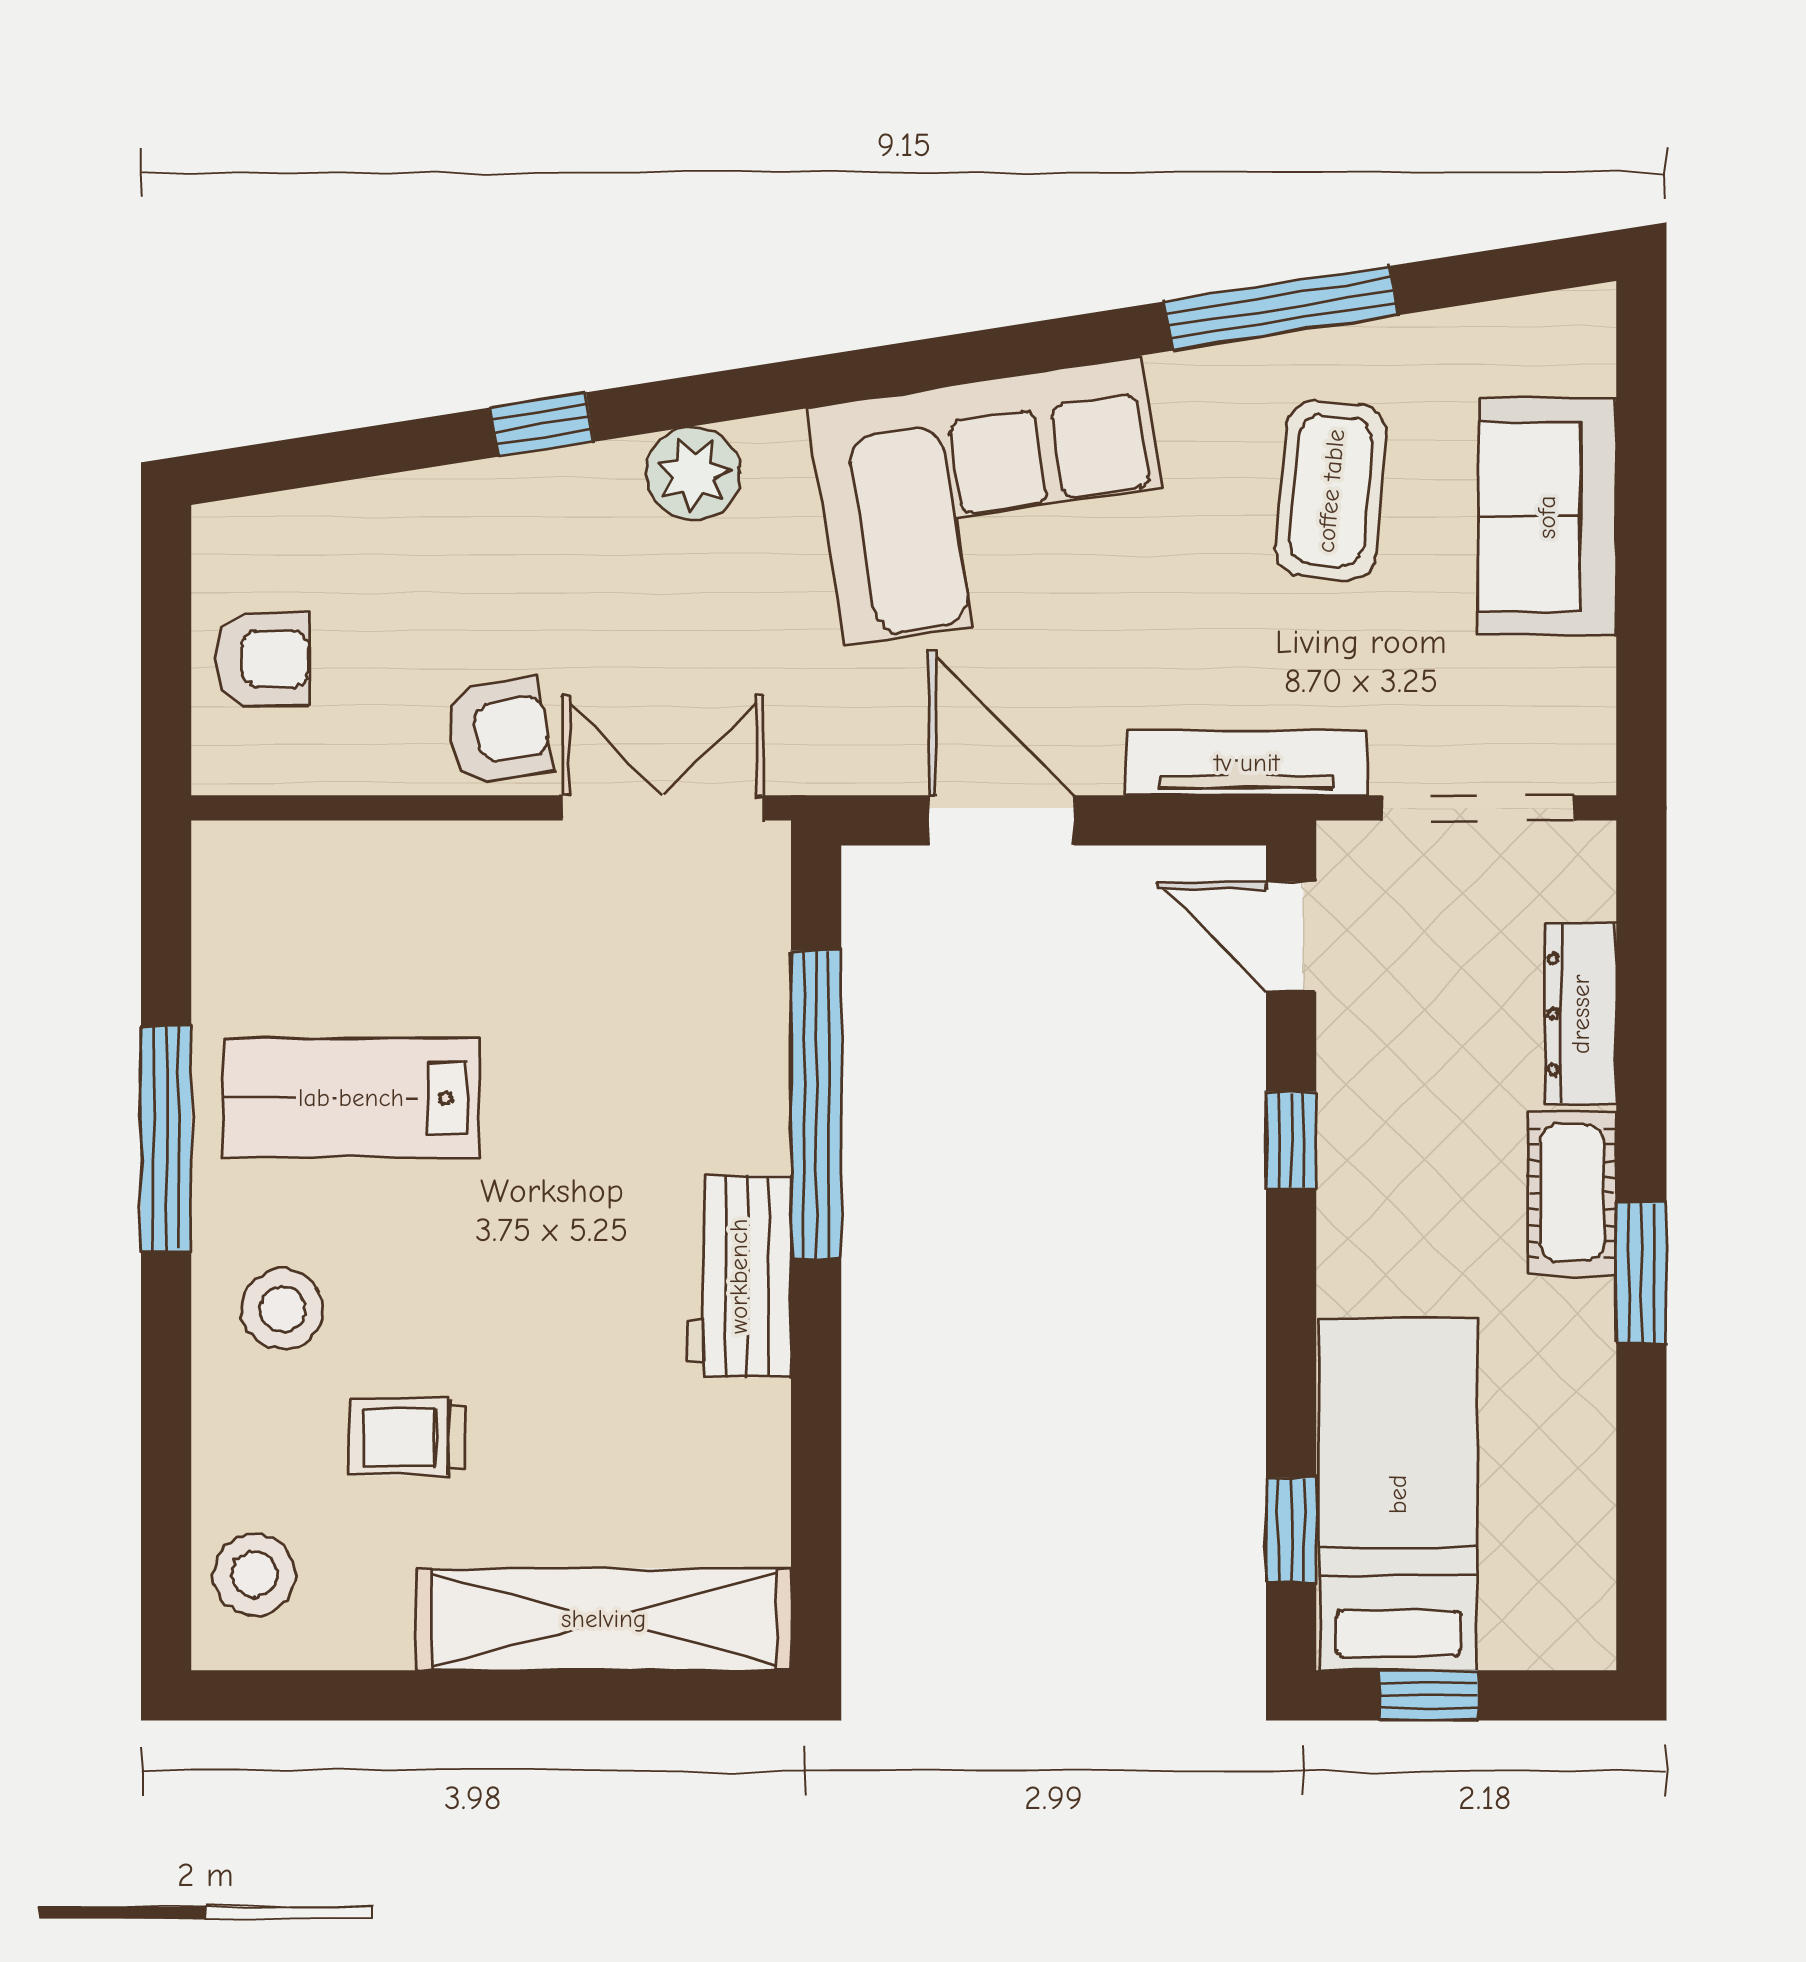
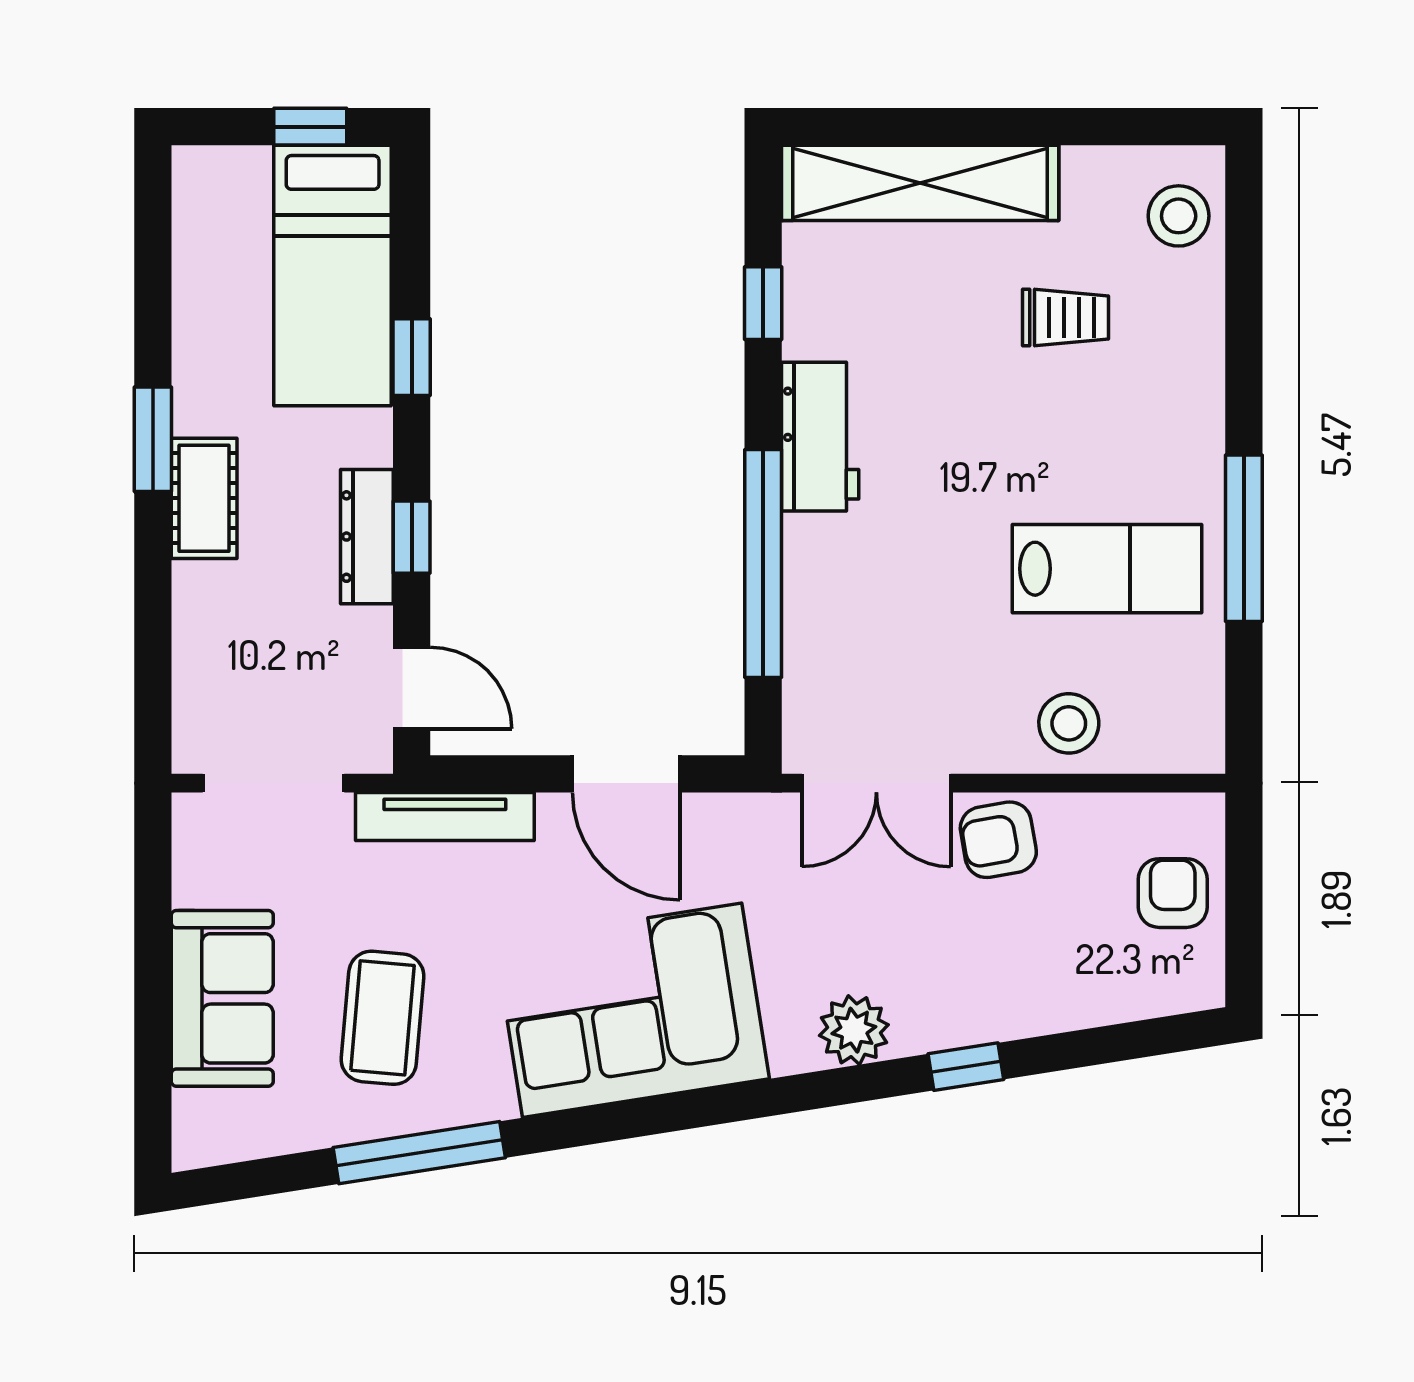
armchair: (262, 659) -> (1173, 893), turned 90
dresser: (1581, 1014) -> (367, 537), moved, turned 180
stool: (283, 1309) -> (1069, 723), moved
window: (816, 1457) -> (763, 303), added
window: (1291, 1530) -> (412, 357), moved

